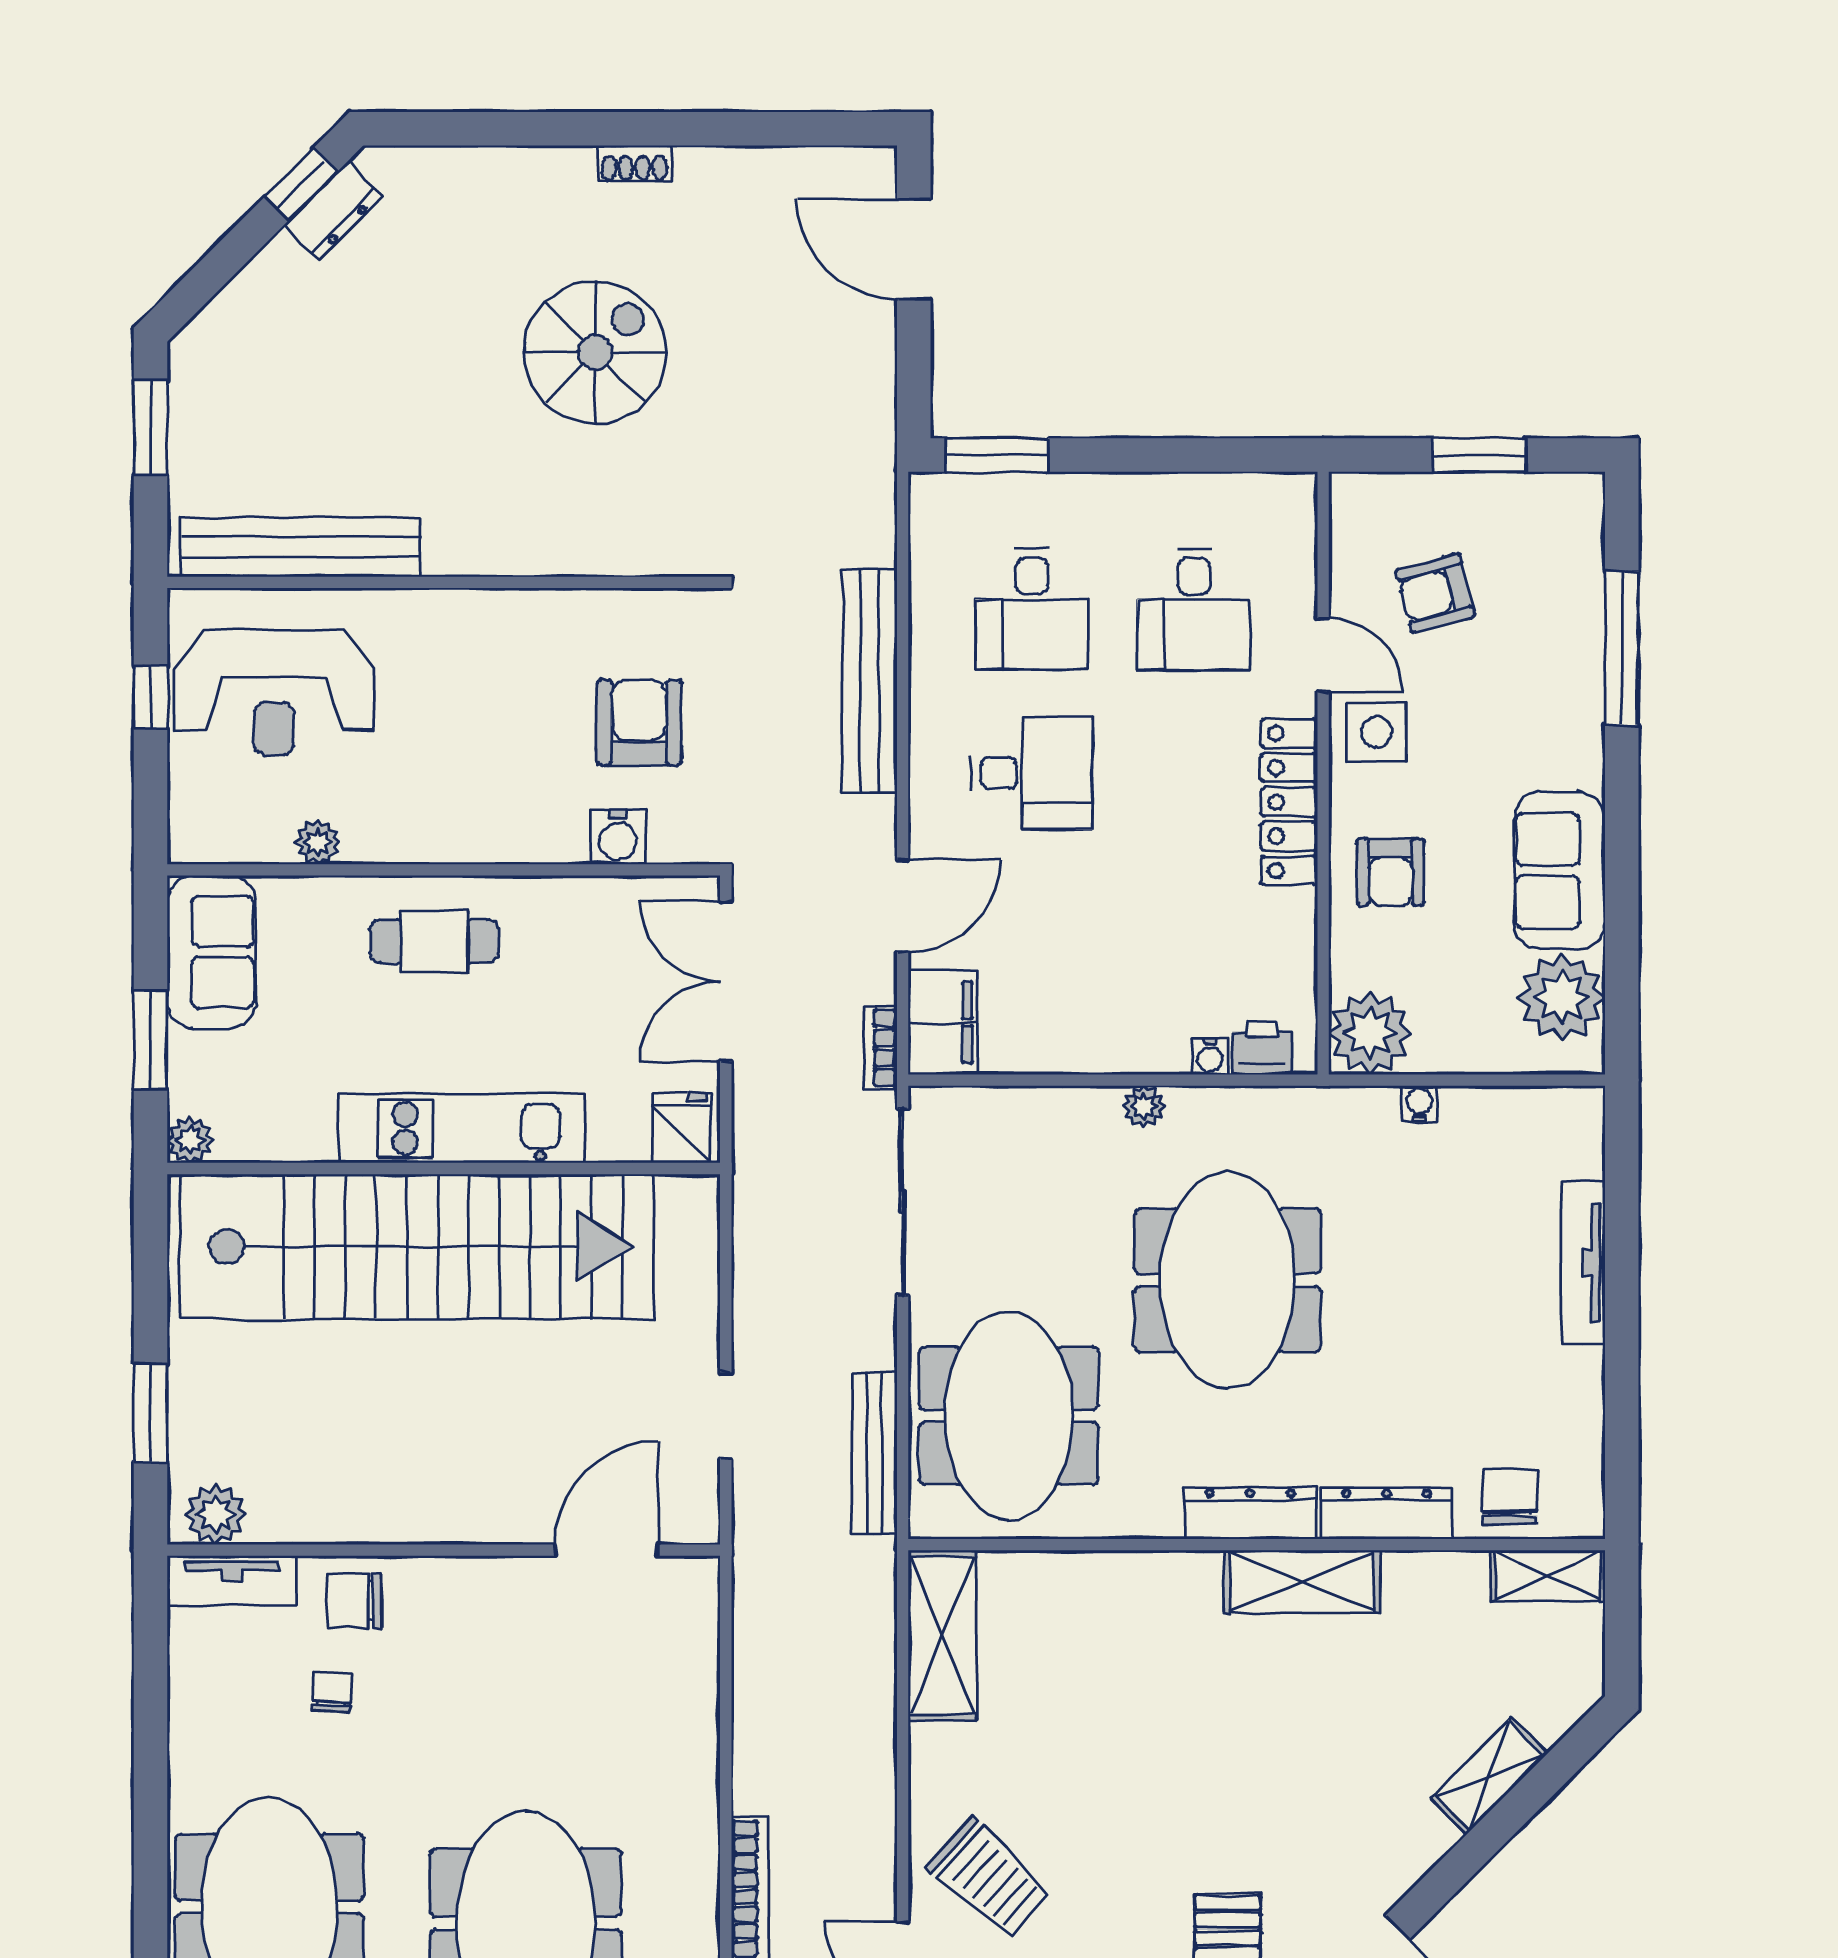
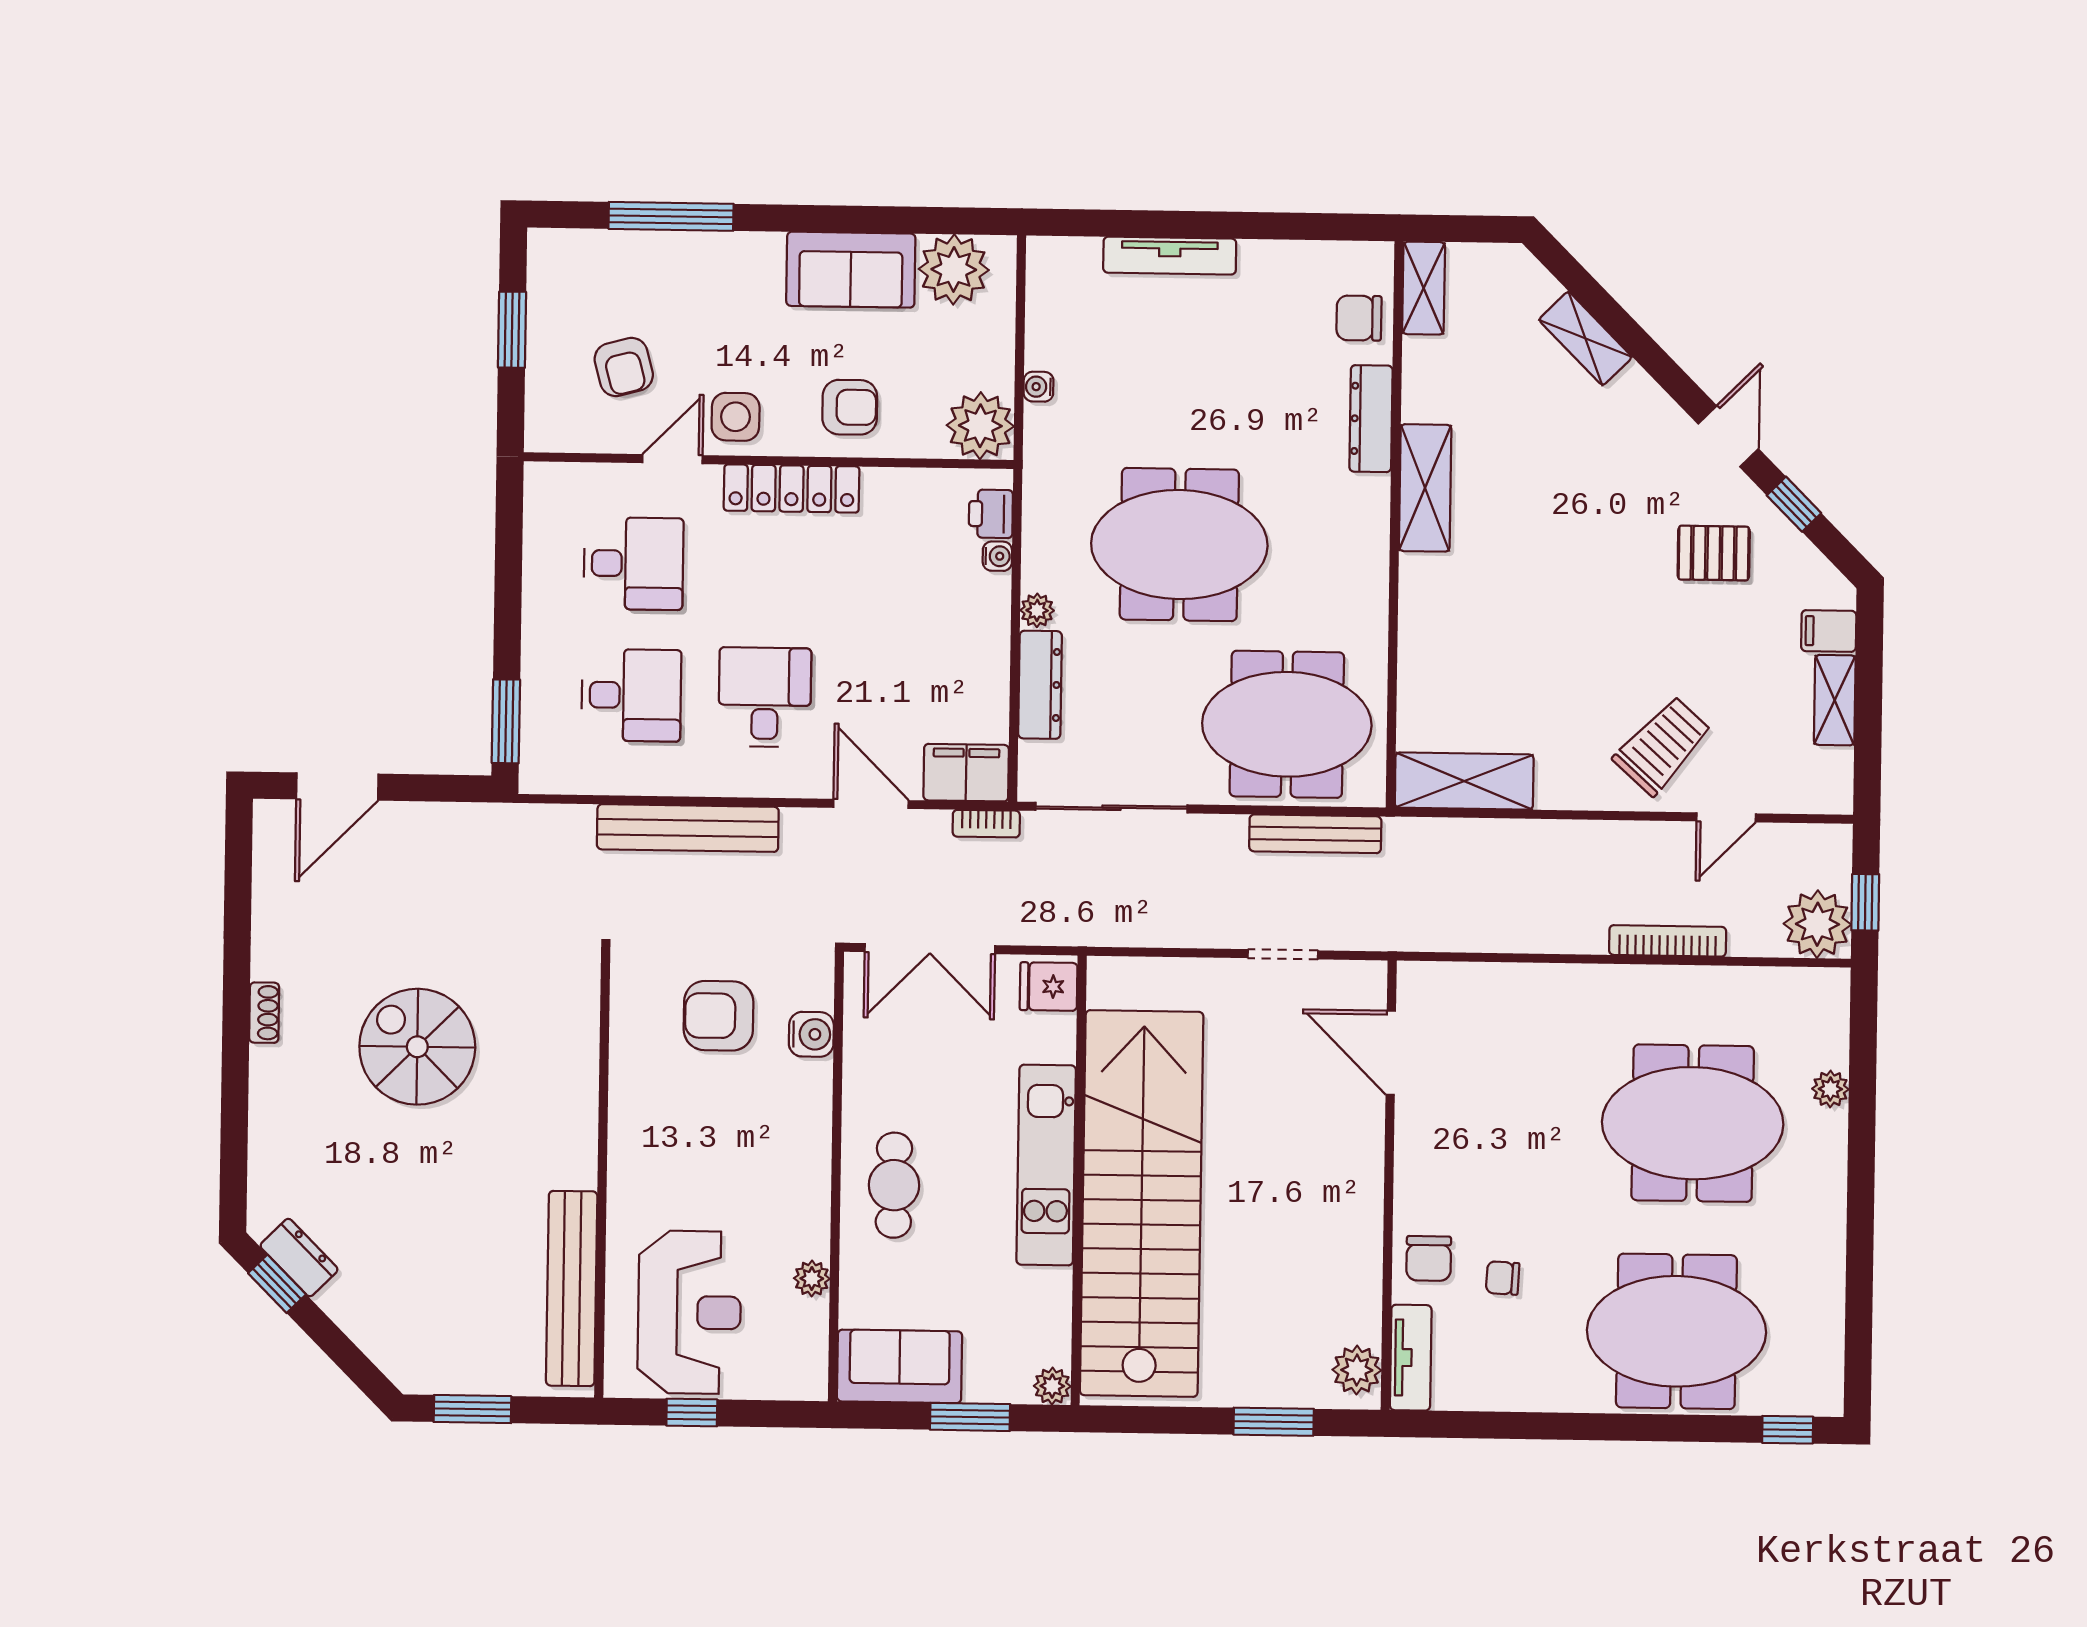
dresser: (1250, 1513) -> (1040, 685), moved, turned 180

